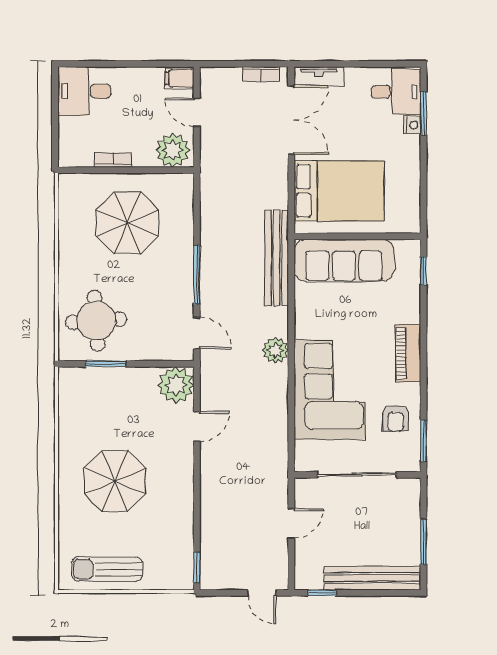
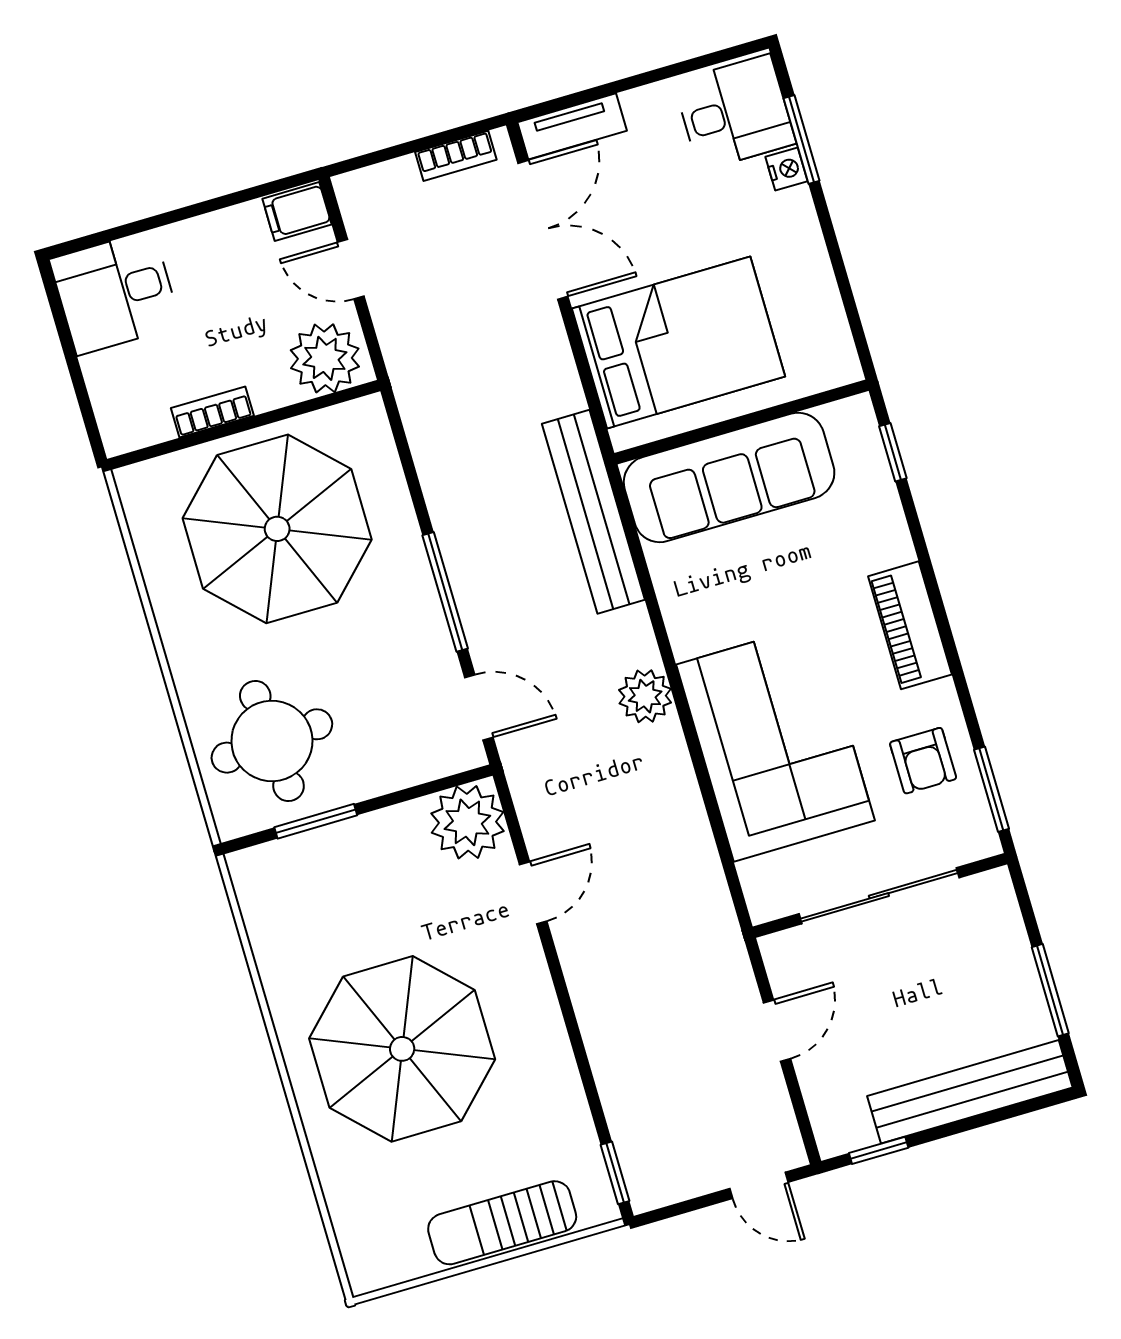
parasol: (127, 223) -> (277, 529), width x1.36, depth x1.36
parasol: (115, 481) -> (402, 1049), width x1.36, depth x1.36
sun lounger: (107, 569) -> (502, 1223), moved

